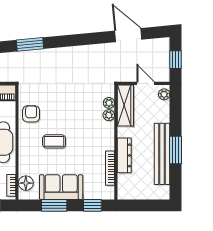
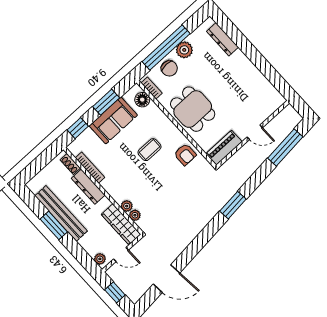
shoe rack: (122, 184) -> (70, 164), added

